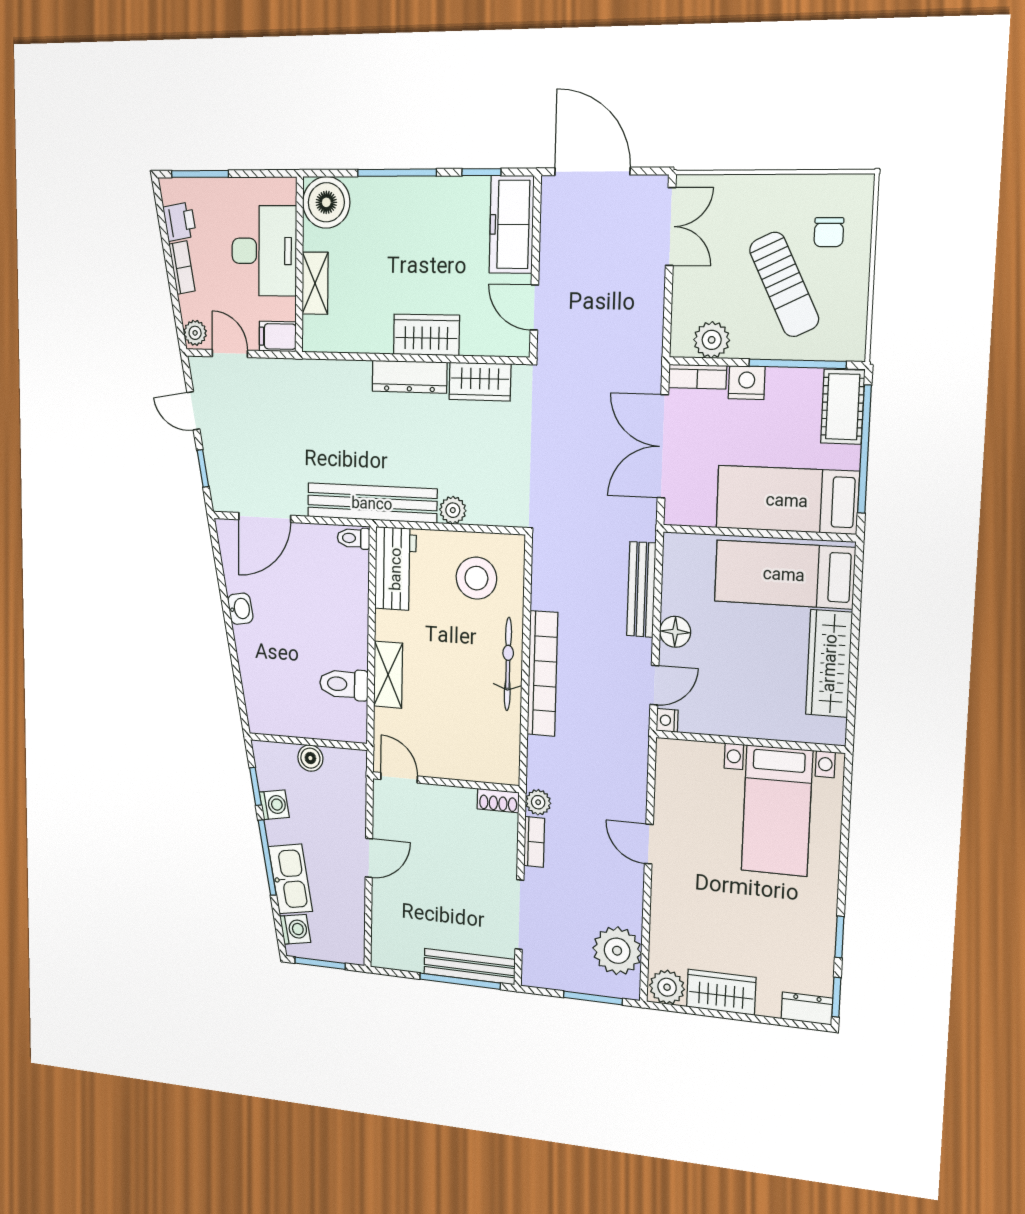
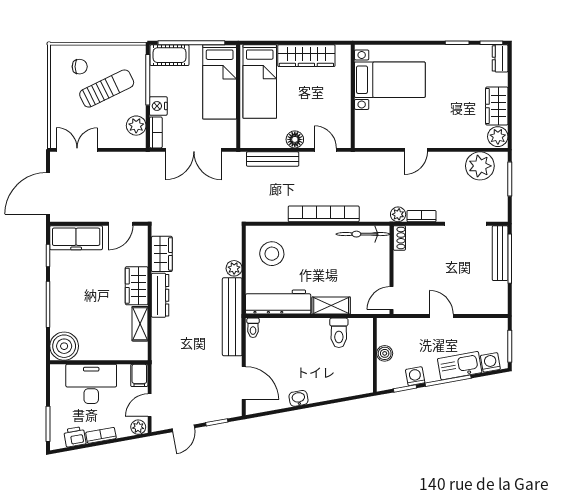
shelving: (315, 283) -> (140, 324), moved, turned 90
workbench: (395, 569) -> (278, 302), width x1.38
bicycle: (508, 664) -> (363, 234), moved
nightstand: (667, 720) -> (345, 142), removed

